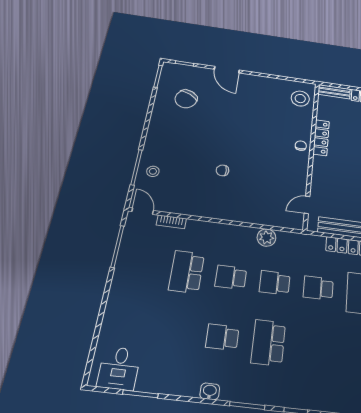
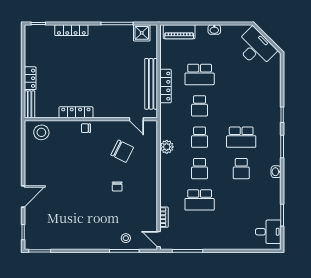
chair: (186, 99) -> (122, 151), moved
door: (143, 211) -> (159, 239), hinge flipped

